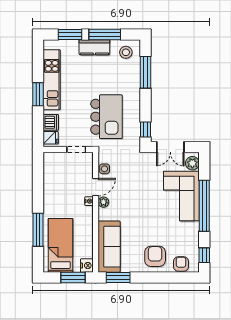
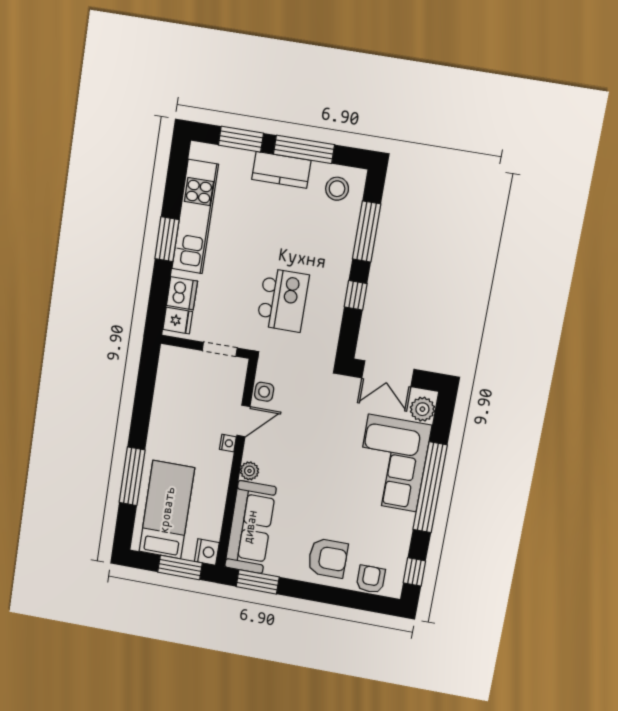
kitchen island: (107, 117) -> (283, 300), width x0.73, depth x0.78
window: (146, 129) -> (356, 295), moved
plant: (103, 202) -> (249, 471), moved
armchair: (155, 256) -> (328, 558), turned 90

